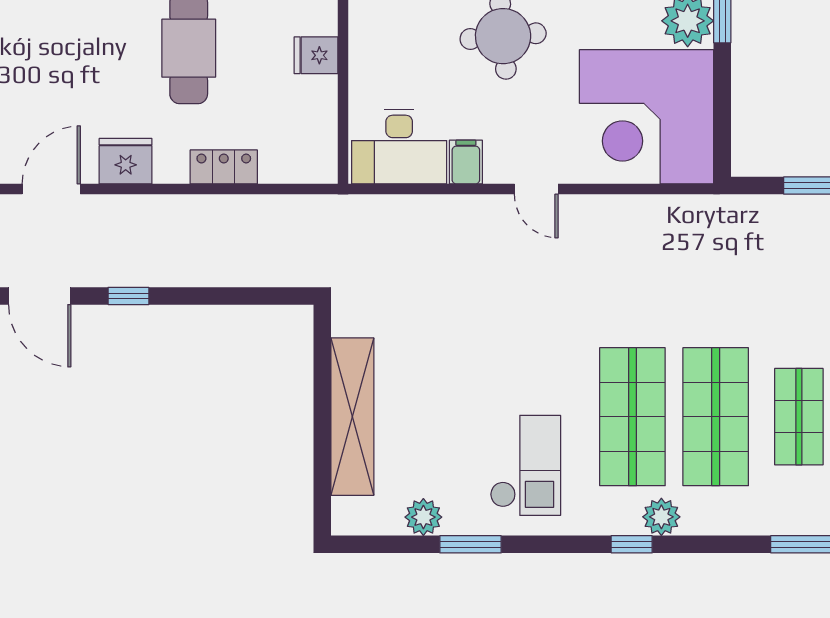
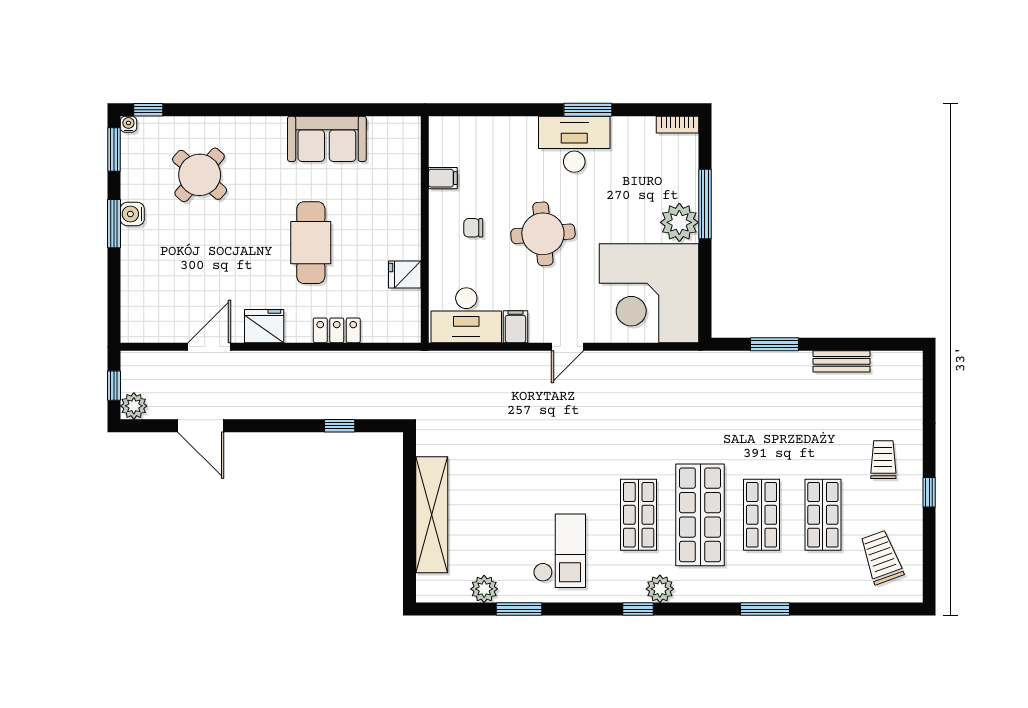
chair: (409, 28) -> (473, 228), added
fridge: (316, 55) -> (405, 274), moved
door: (536, 189) -> (568, 347), hinge flipped
window: (128, 296) -> (340, 426), moved
shop shelf: (632, 417) -> (639, 515), width x0.70, depth x0.74

